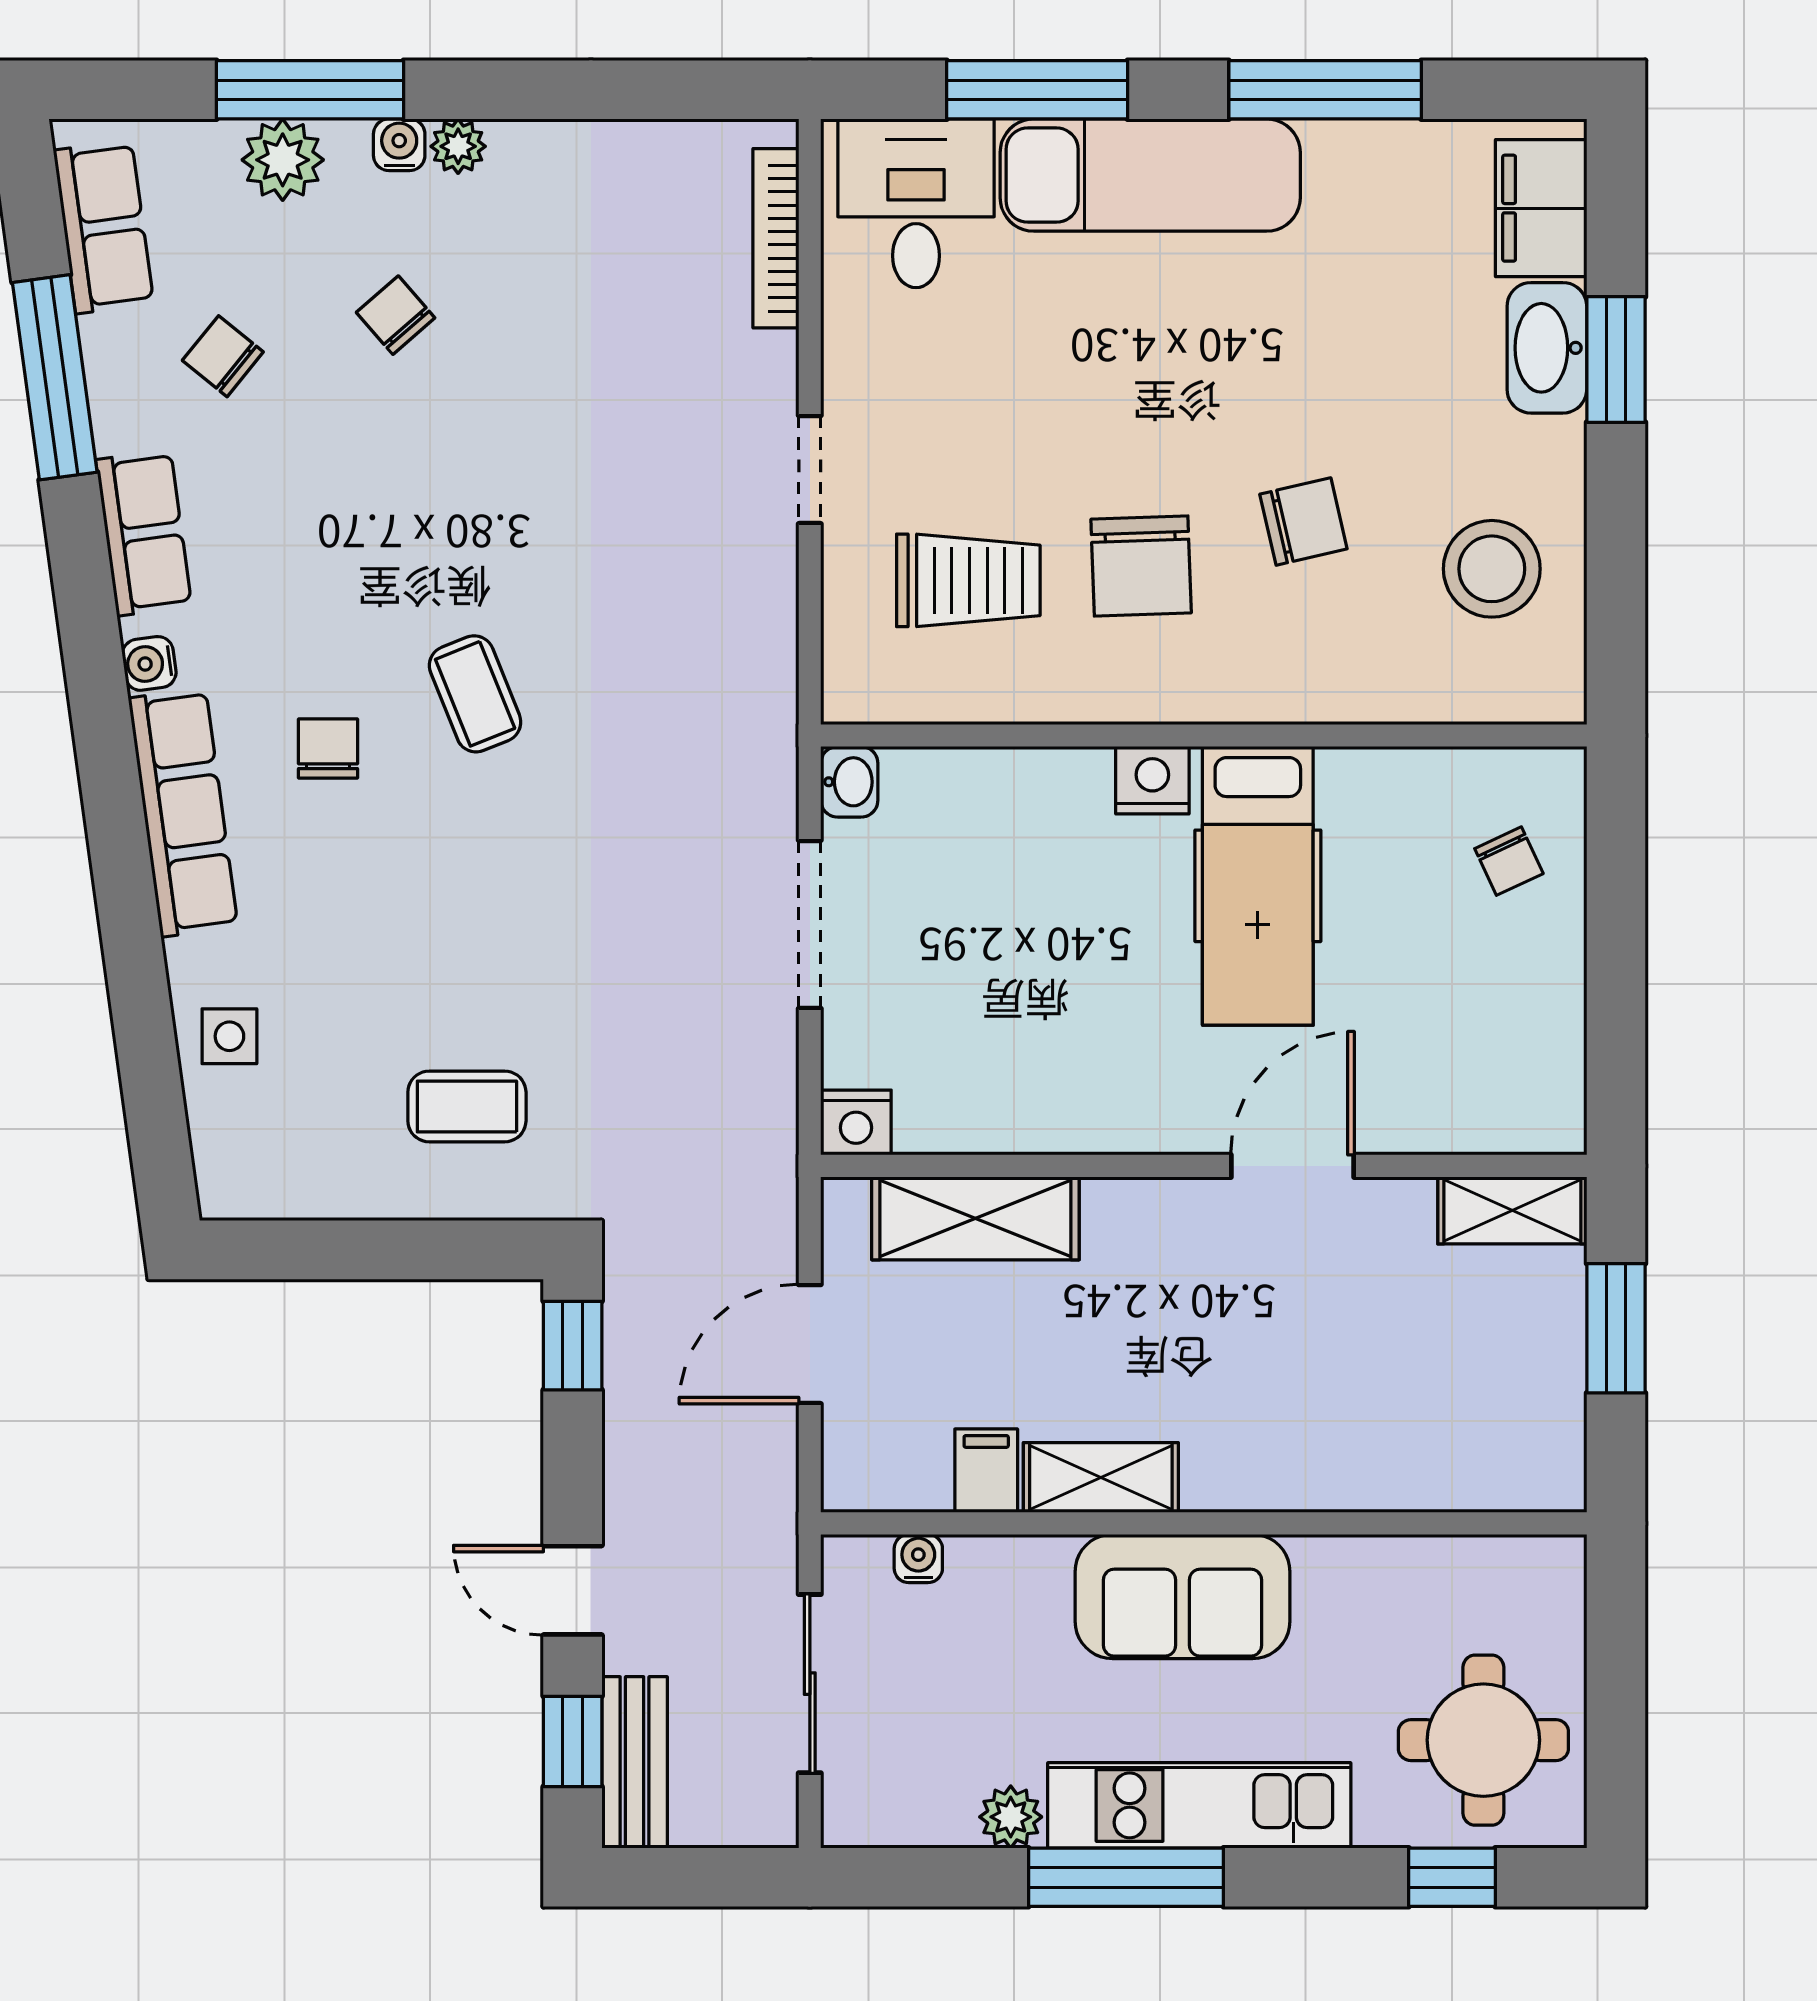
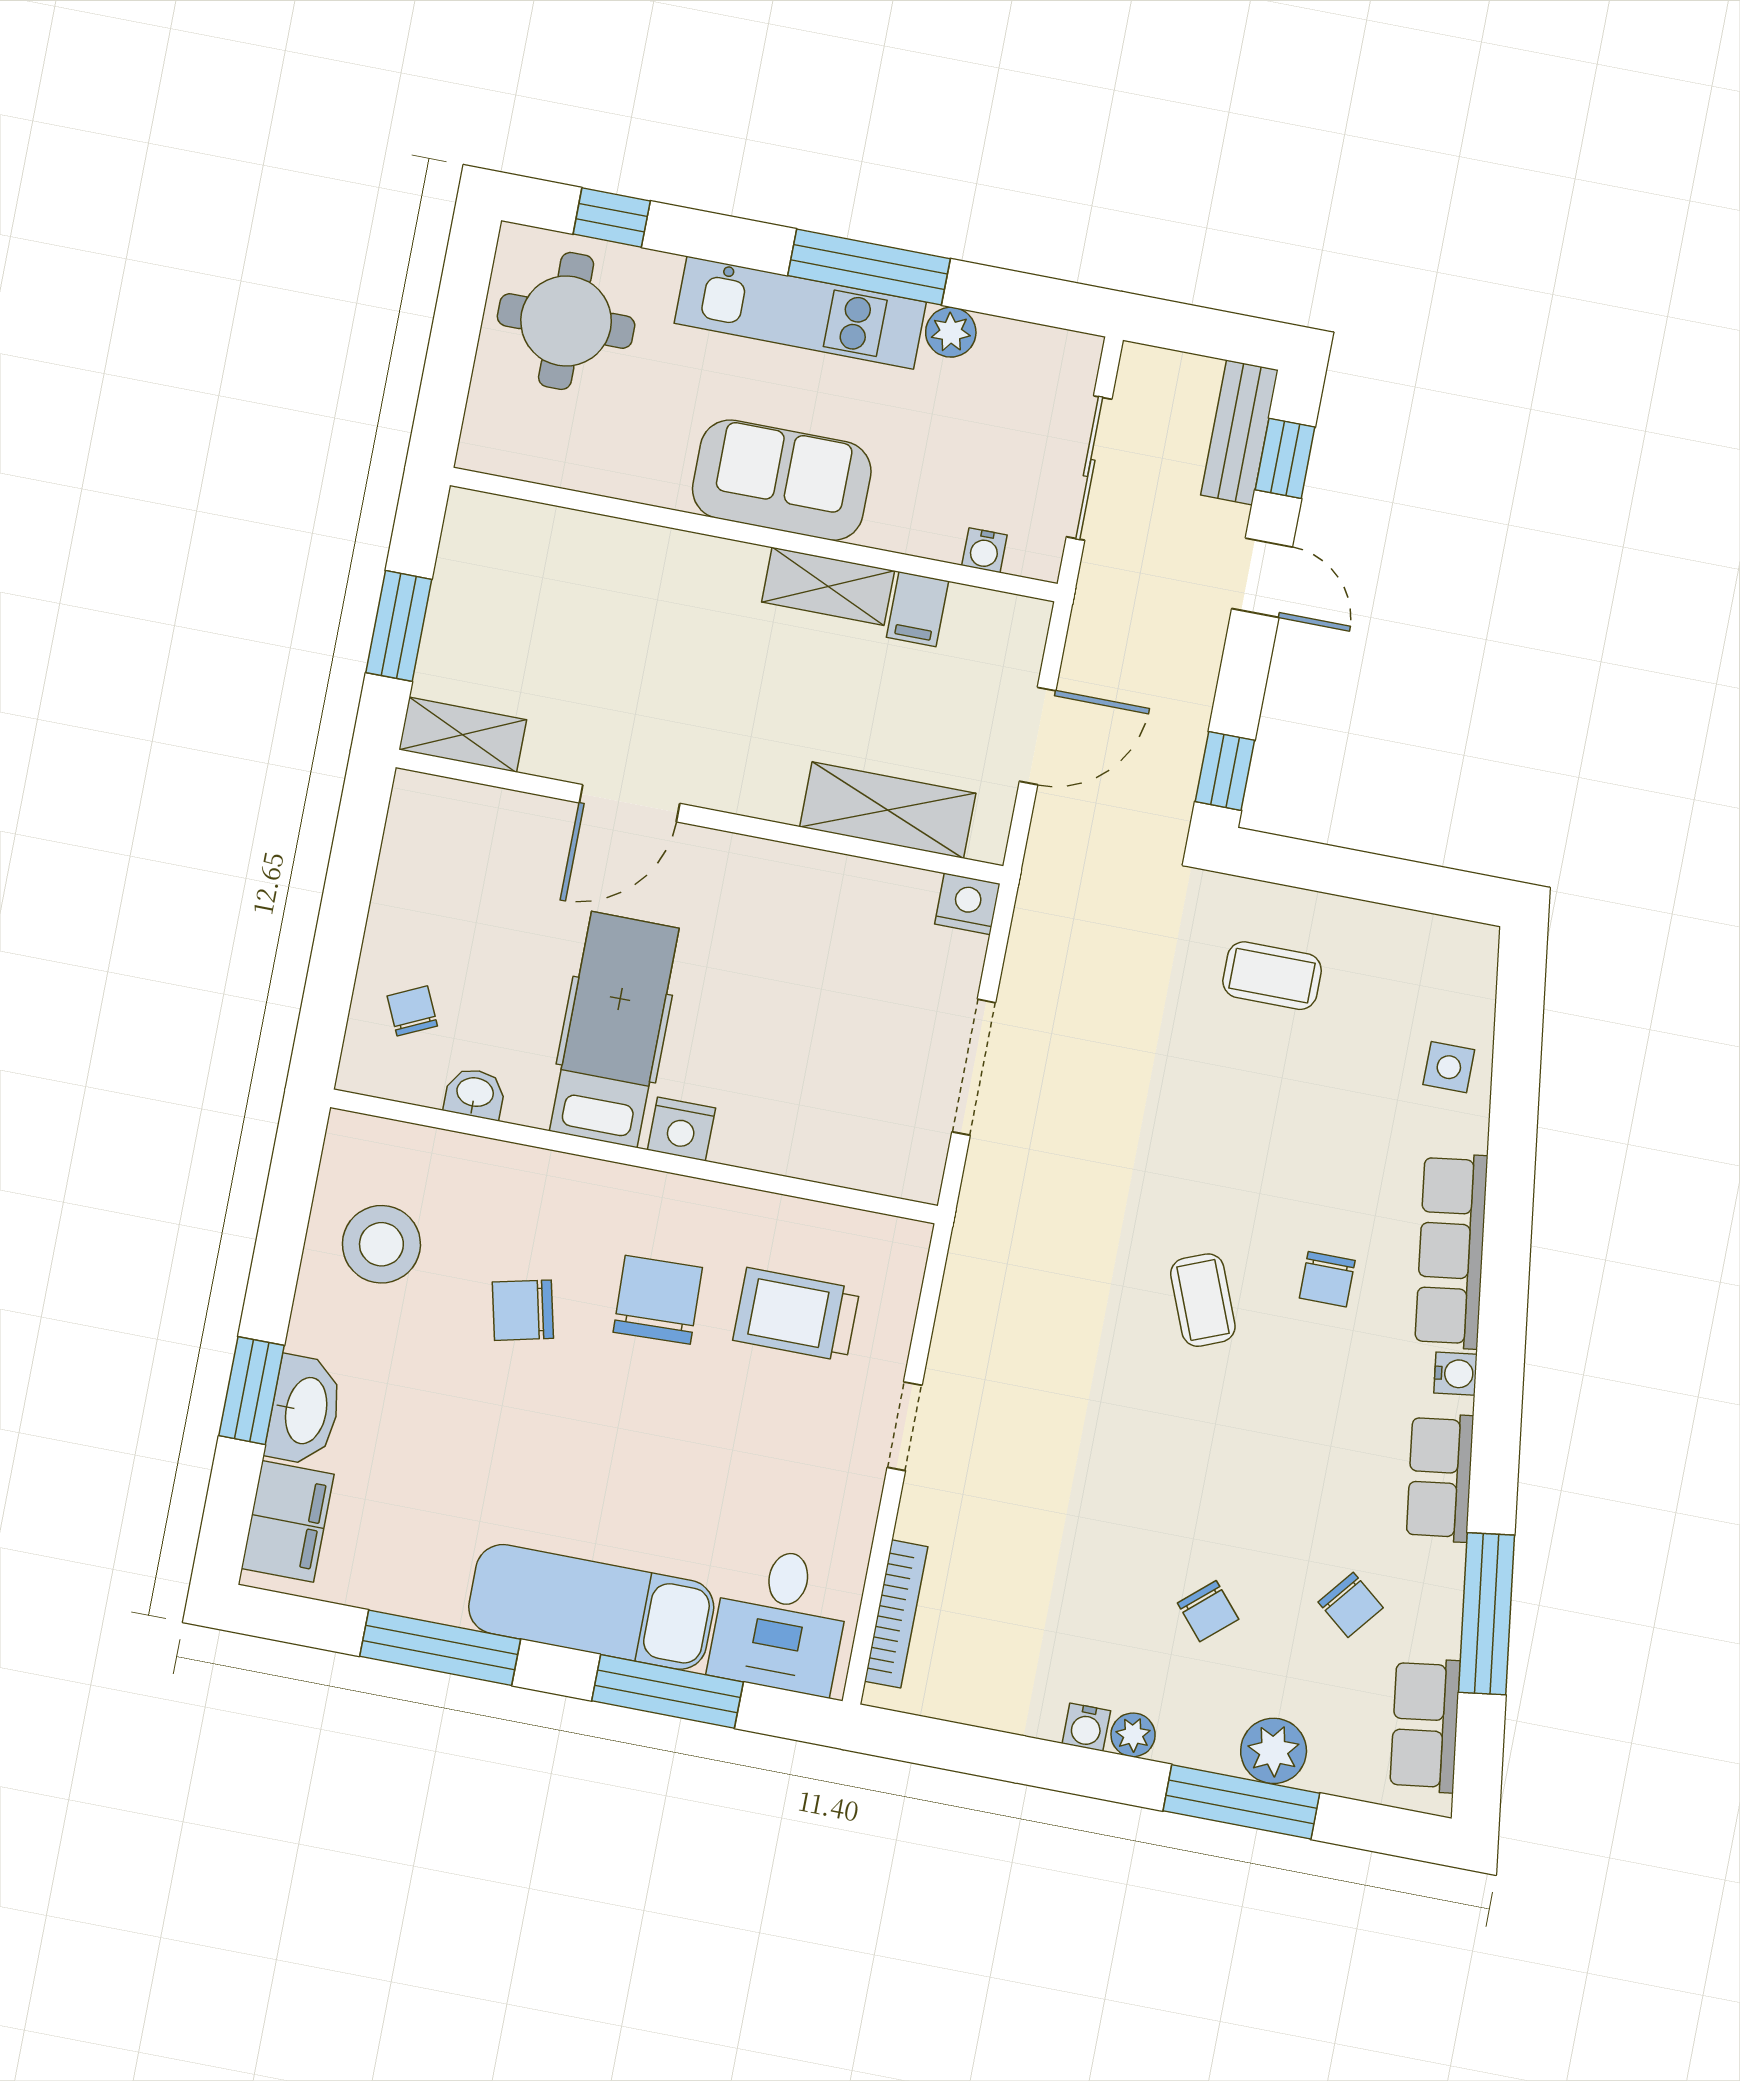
water cooler: (399, 145) -> (1086, 1727), moved
washbasin: (849, 782) -> (475, 1093), moved, turned 90

